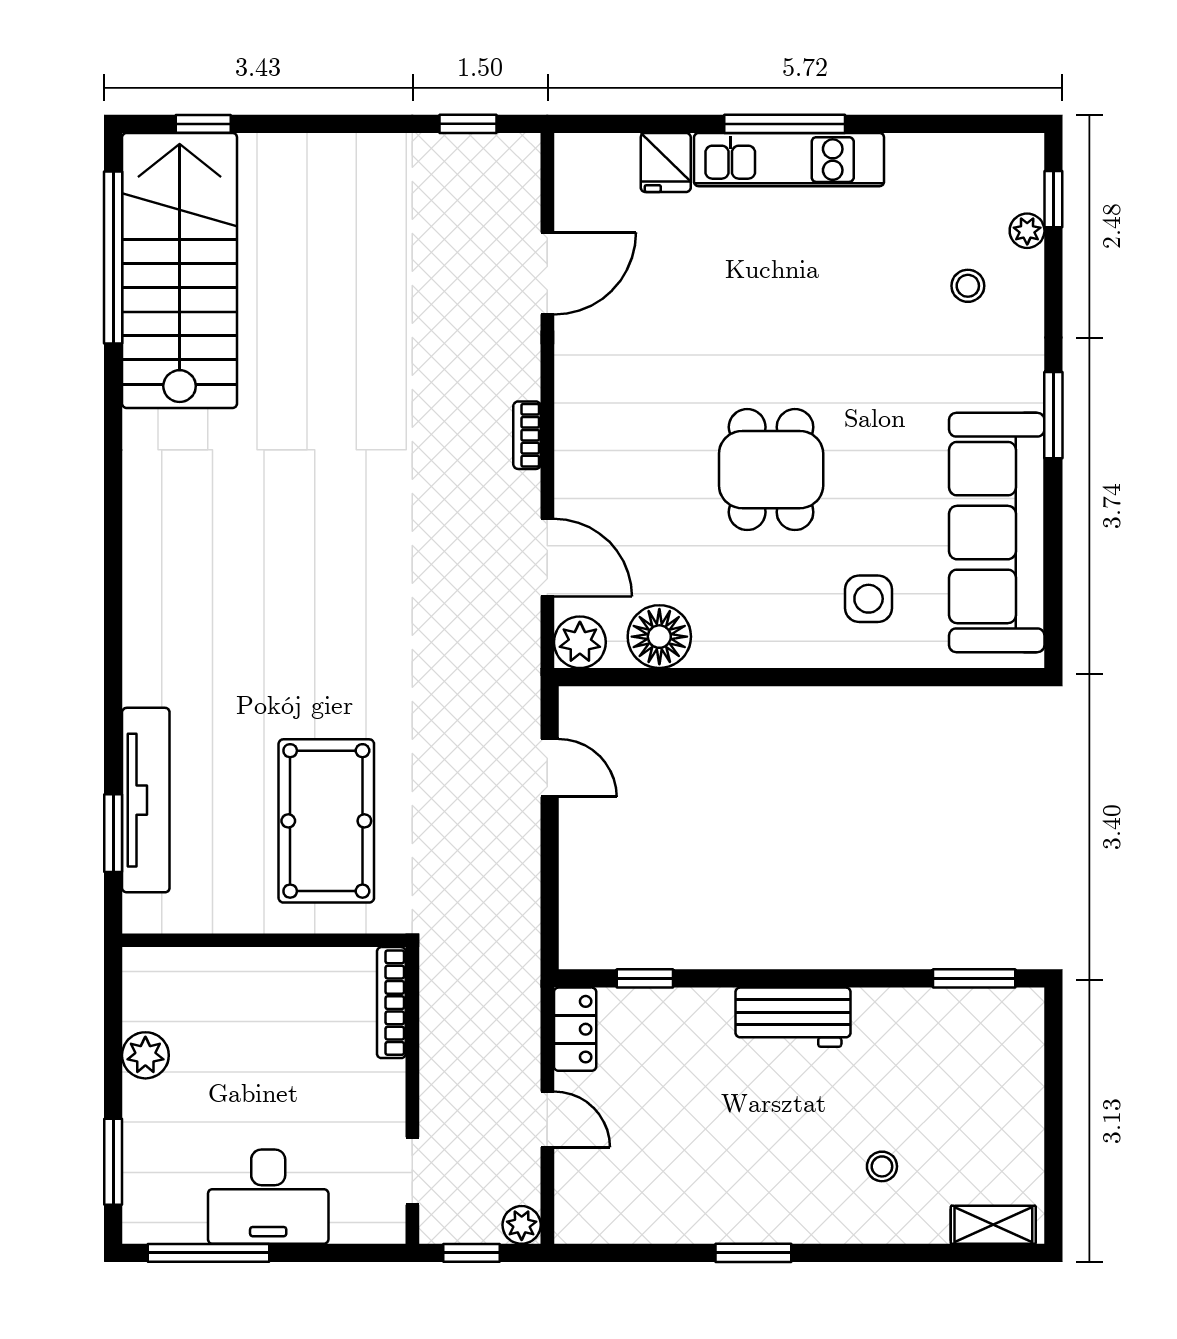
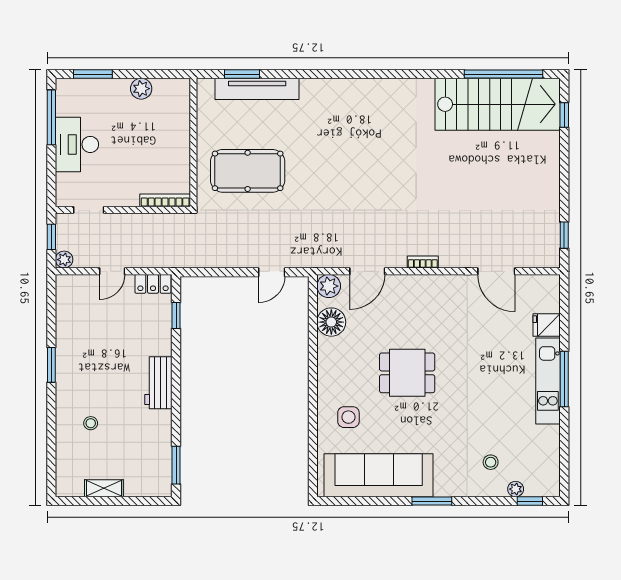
shelving: (993, 1225) -> (104, 488), moved, turned 90

